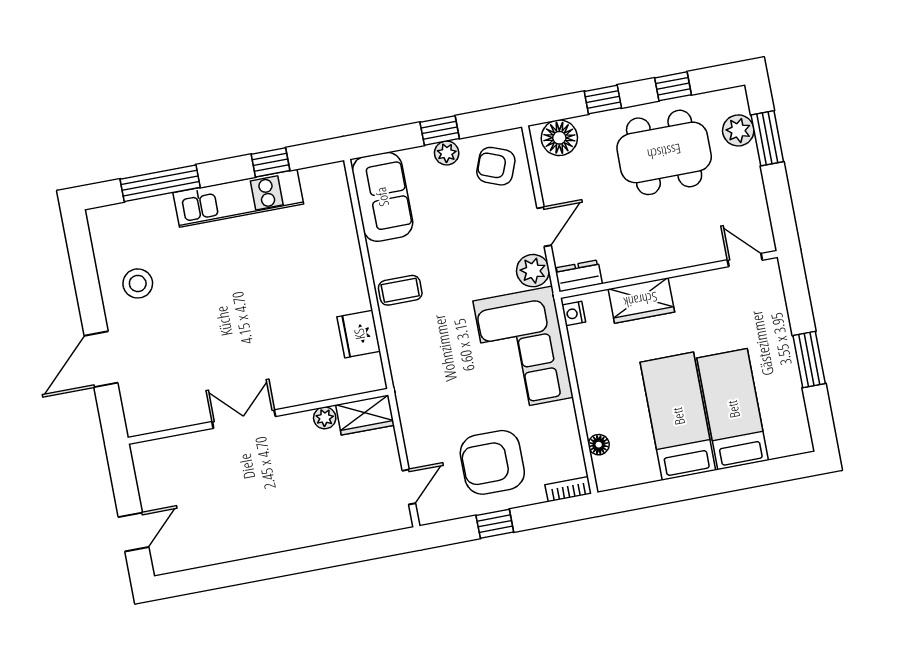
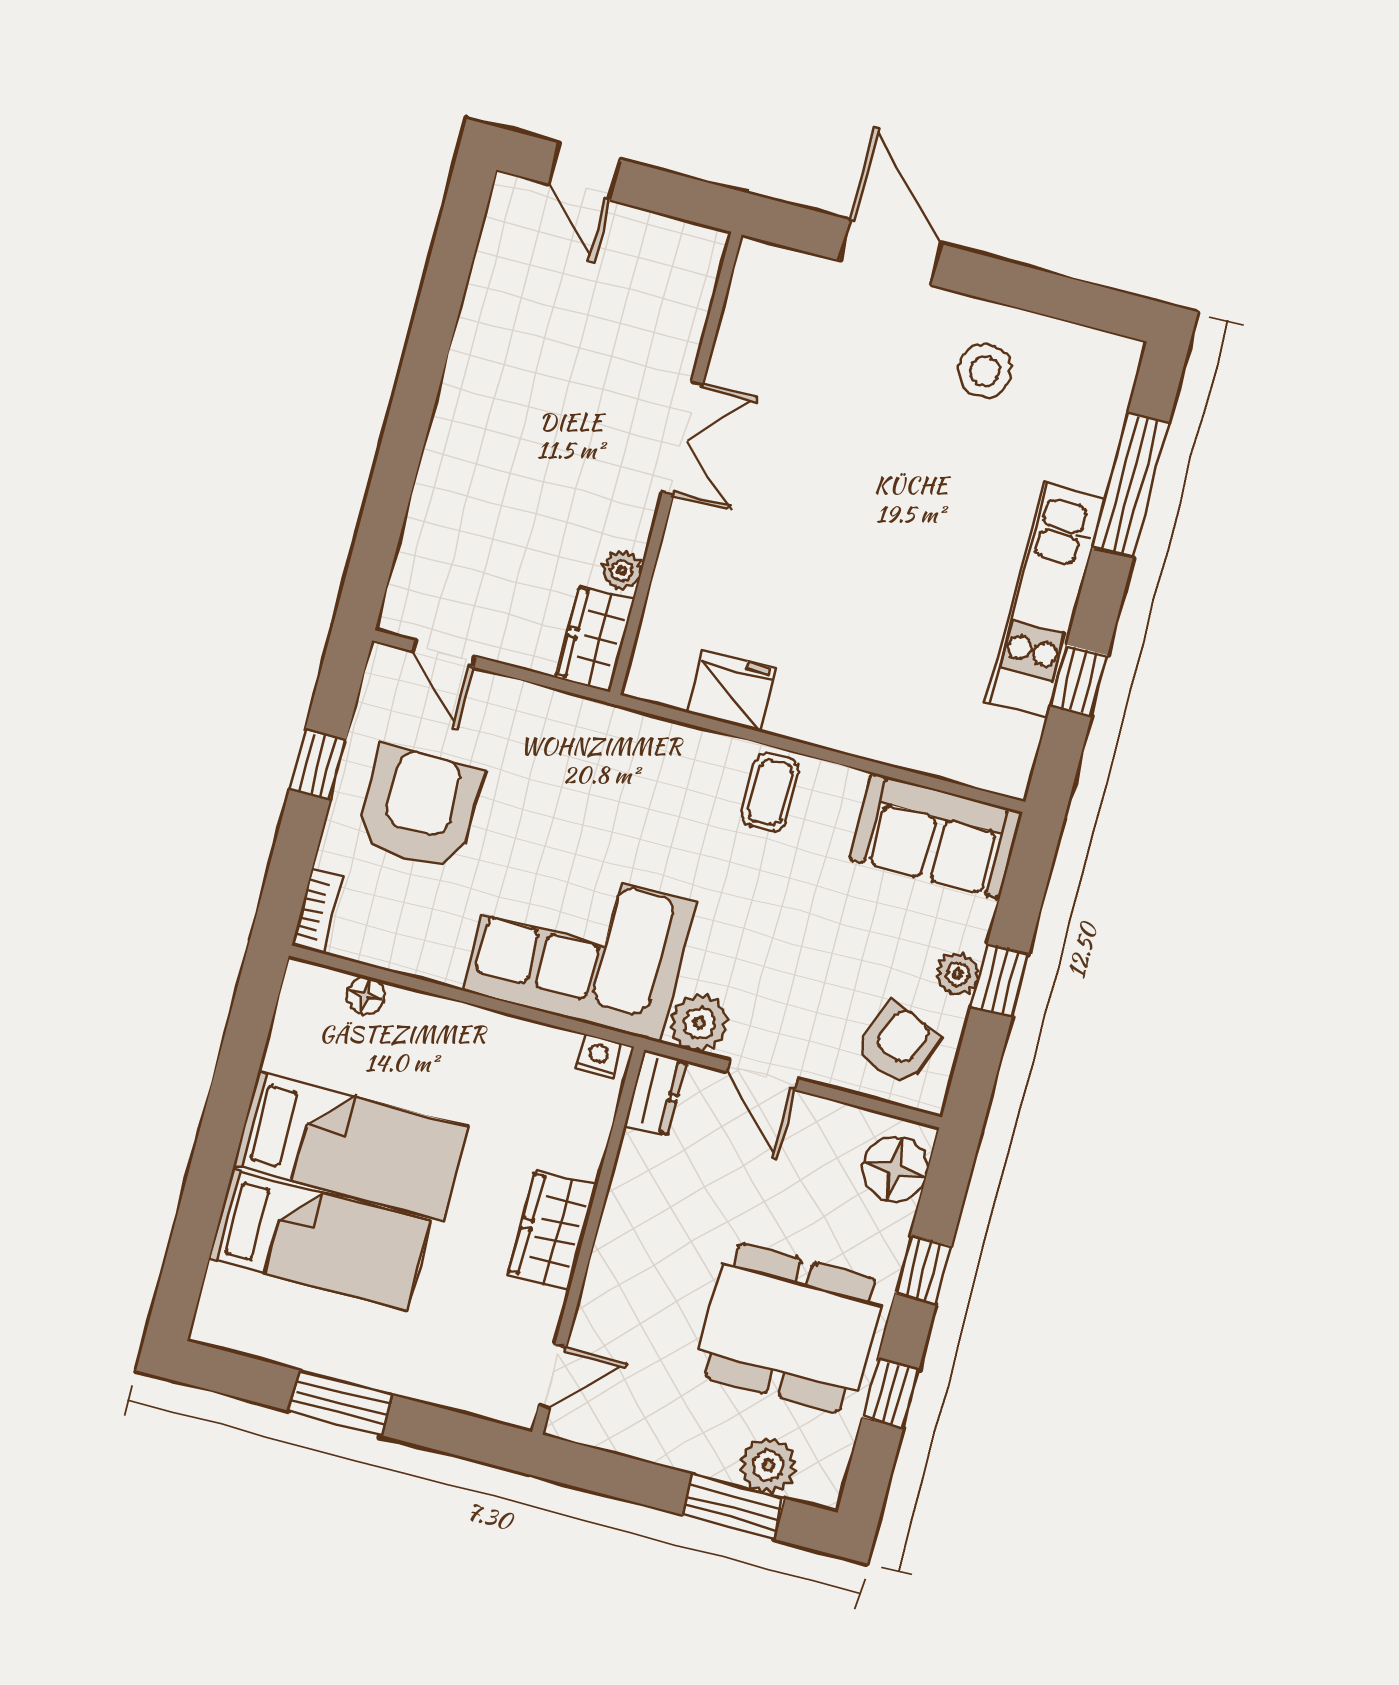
dining table: (664, 152) -> (790, 1328), turned 90
wardrobe: (641, 300) -> (553, 1231), moved

